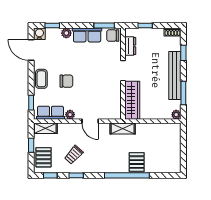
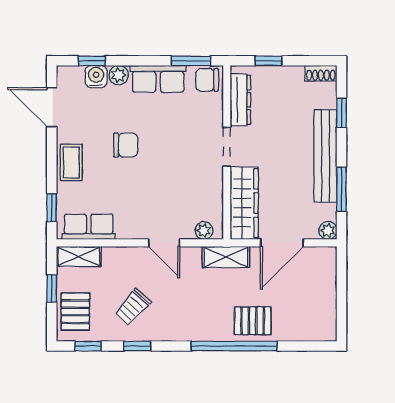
water cooler: (39, 34) -> (96, 77), moved
dresser: (130, 46) -> (240, 100), width x1.44
chair: (66, 81) -> (126, 145), moved
plant: (70, 115) -> (204, 230), moved
door: (152, 121) -> (282, 243), added
pallet: (137, 162) -> (253, 321), turned 90

